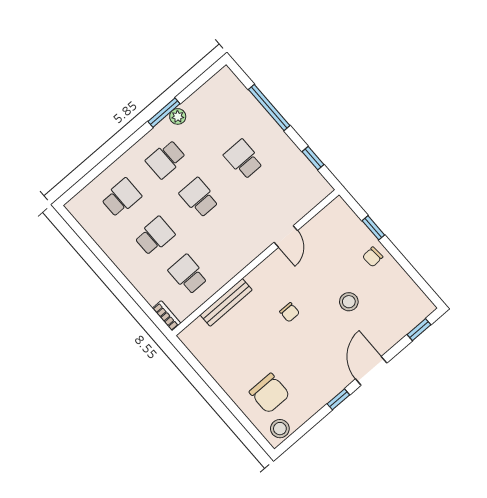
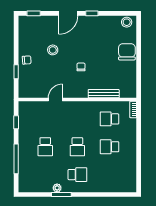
school desk: (121, 198) -> (109, 175), removed
school desk: (188, 274) -> (109, 119), turned 90
chair: (269, 393) -> (127, 52), moved

